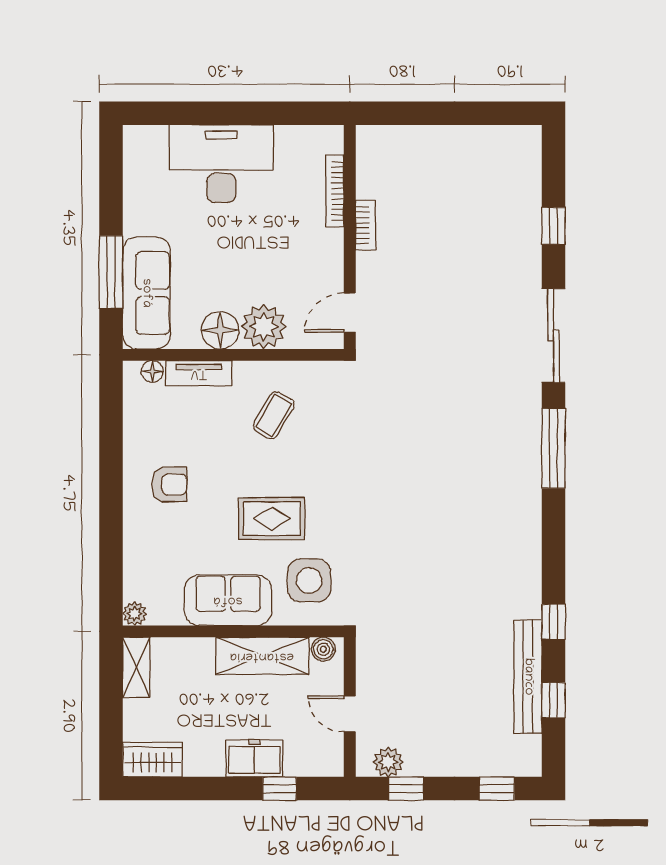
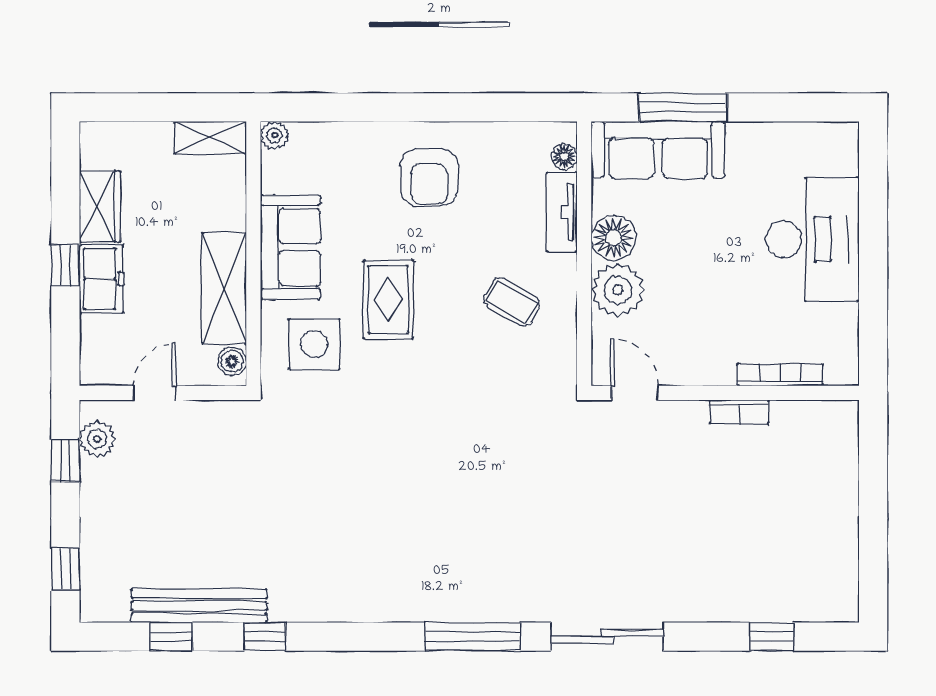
window: (554, 226) -> (772, 637), moved
armchair: (169, 484) -> (429, 177), width x1.38, depth x1.38
wardrobe: (153, 760) -> (100, 206), moved
window: (280, 789) -> (65, 265), moved

